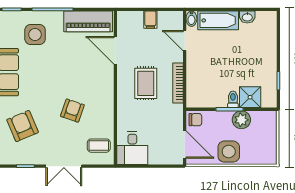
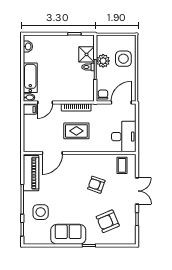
washbasin: (247, 17) -> (28, 46), moved
filing cabinet: (150, 20) -> (30, 109), moved
desk: (132, 148) -> (124, 137), width x1.37
side table: (229, 152) -> (123, 59), moved

